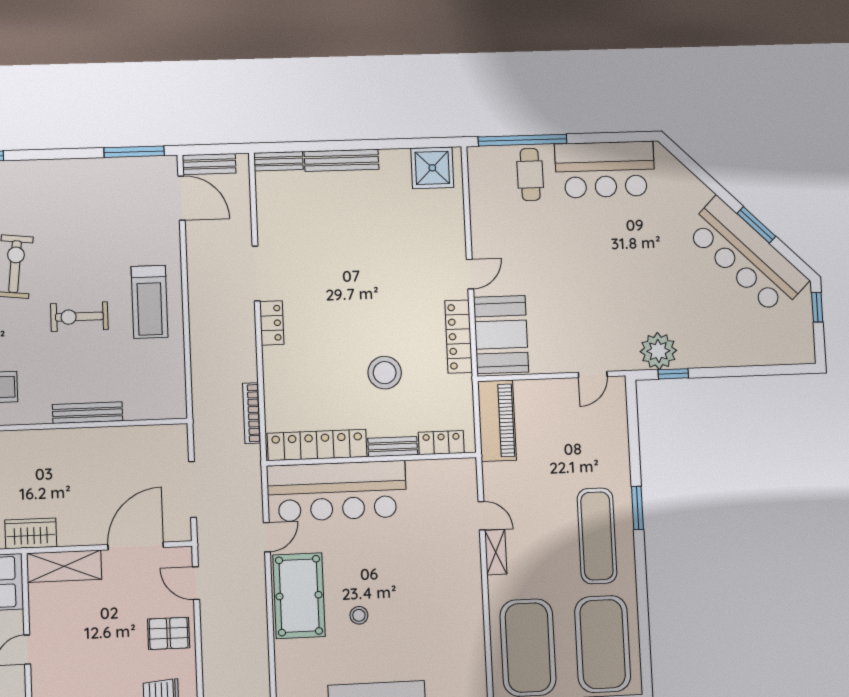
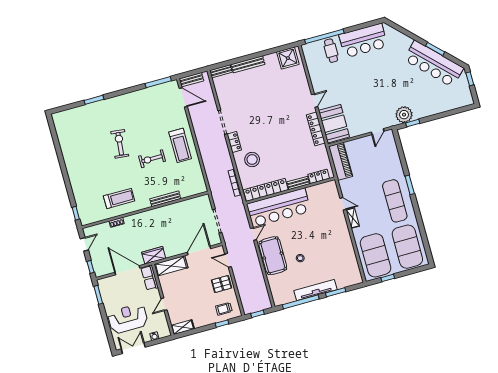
stool: (385, 373) -> (252, 160), moved

